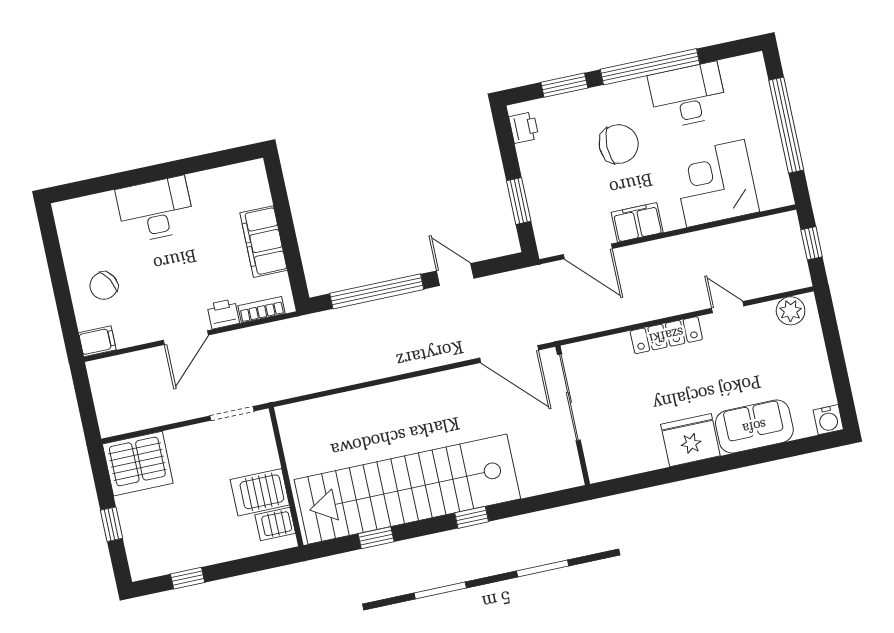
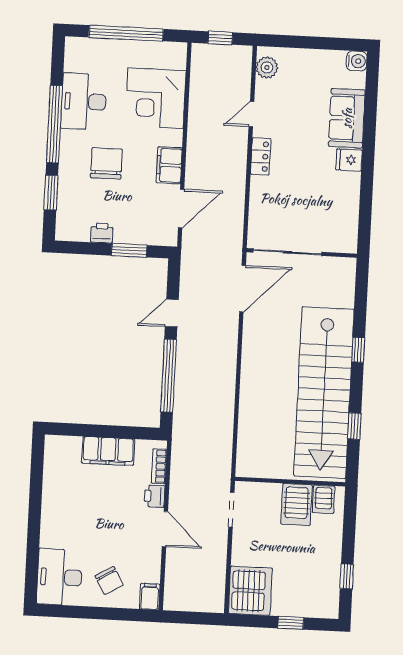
printer: (524, 128) -> (102, 233), moved
desk: (155, 210) -> (60, 577), moved
locker: (666, 335) -> (261, 156), width x0.66
fridge: (690, 440) -> (349, 160), width x0.53, depth x0.75

